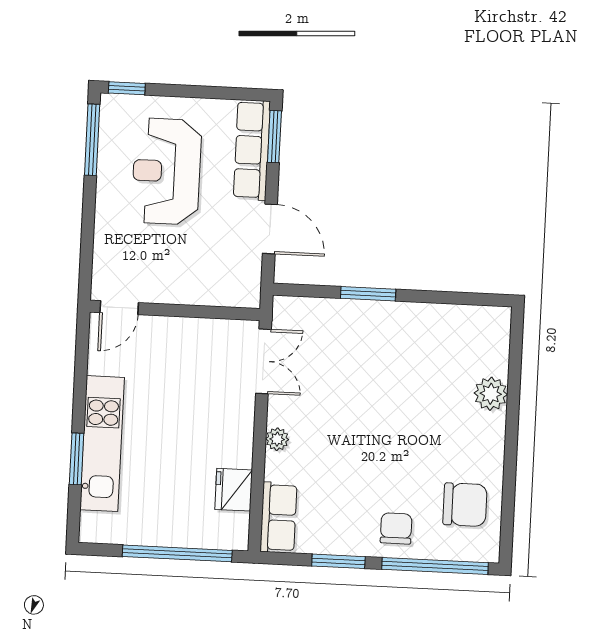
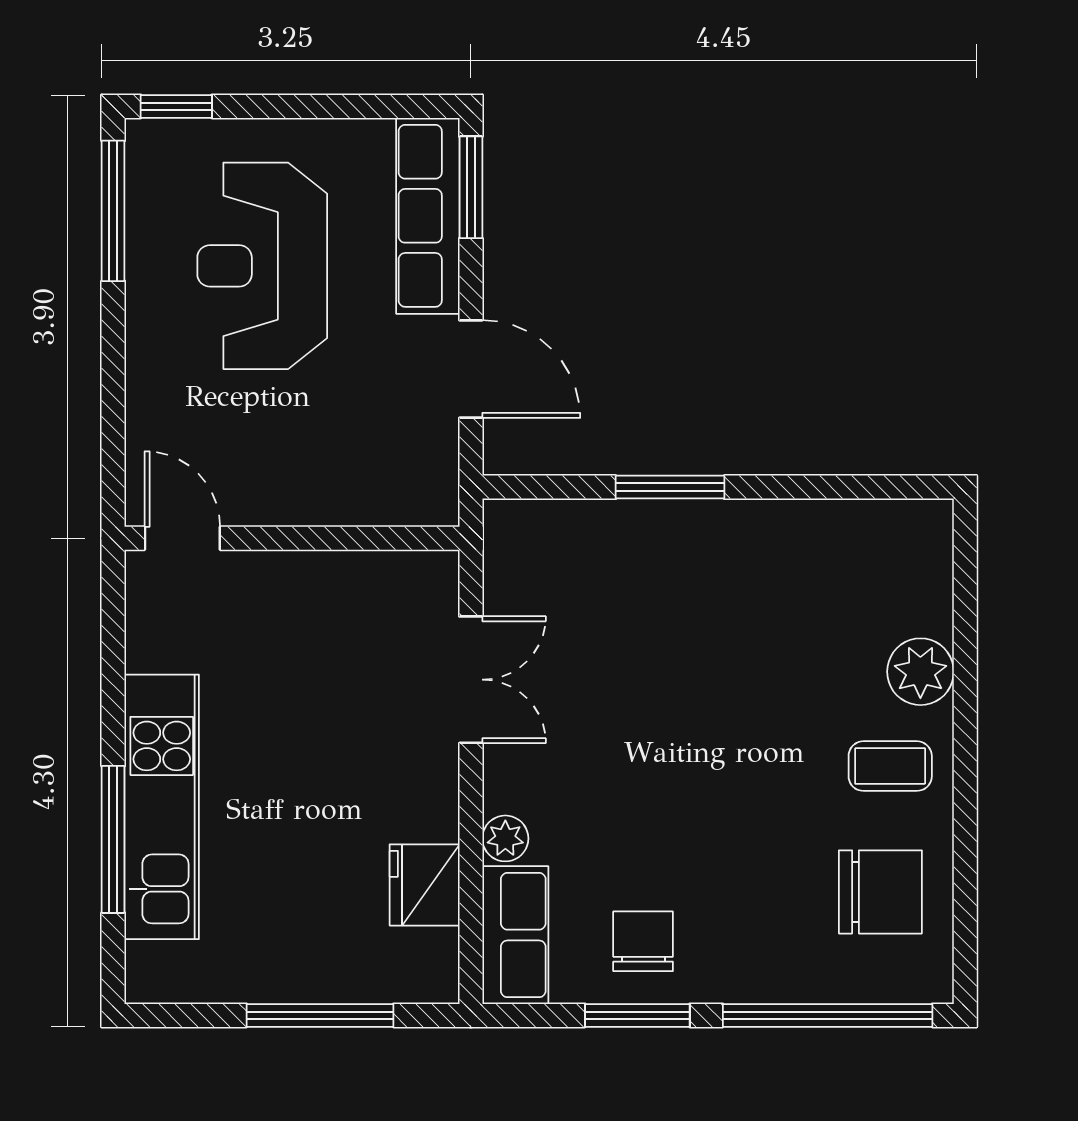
door: (119, 308) -> (182, 538), swing flipped
double door: (263, 361) -> (471, 680), moved
plant: (277, 439) -> (505, 838), moved
coffee table: (473, 441) -> (890, 766), added
window: (77, 459) -> (113, 839), width x1.44
chair: (396, 528) -> (643, 941), moved
window: (177, 553) -> (320, 1015), width x0.68

